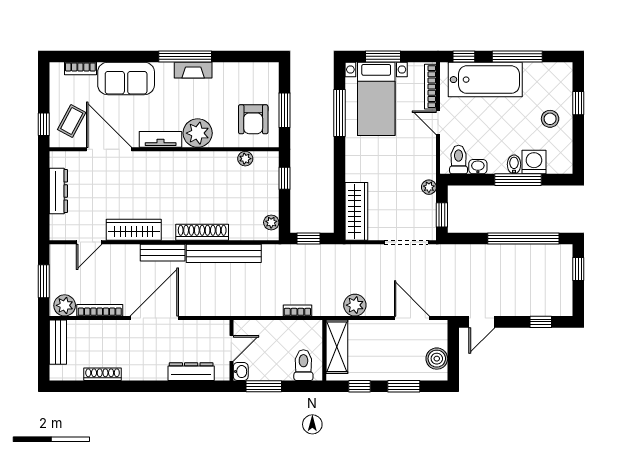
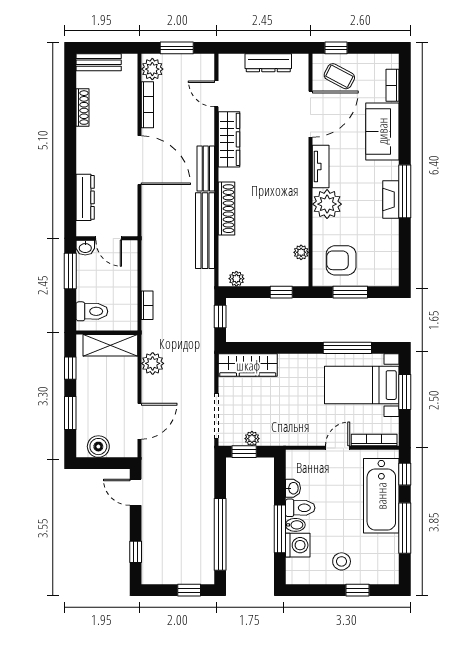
toilet: (459, 160) -> (300, 508), moved
plant: (429, 187) -> (252, 439), moved
bench: (58, 342) -> (99, 62), moved

